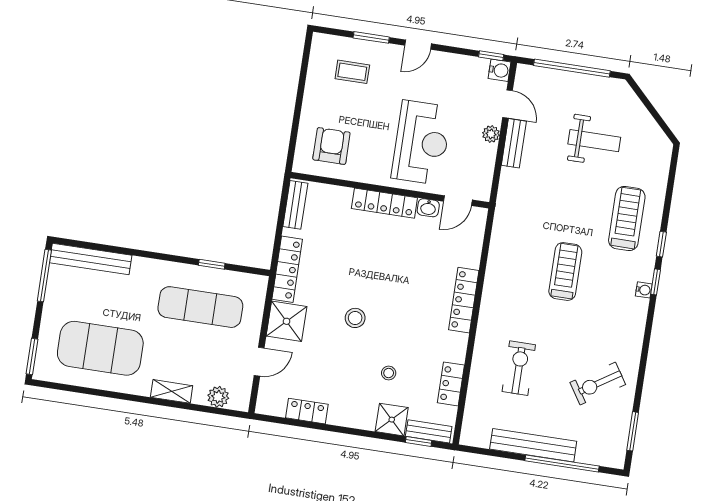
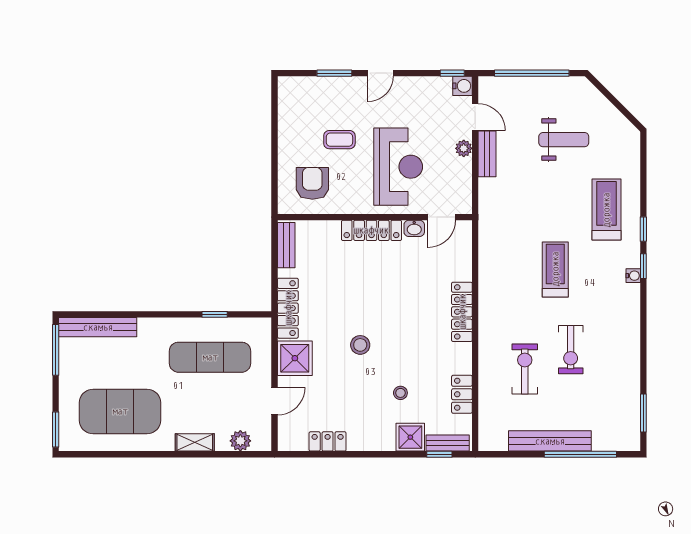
coffee table: (352, 72) -> (339, 140), moved
exercise bike: (598, 384) -> (571, 350), moved, turned -57

